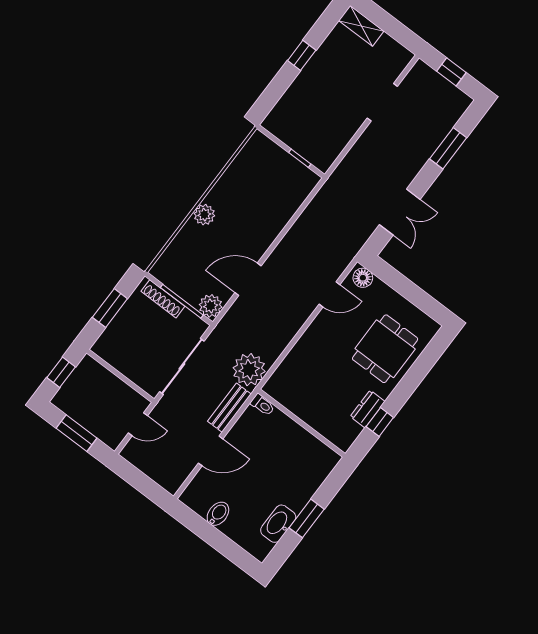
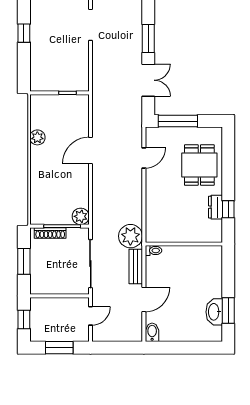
window: (448, 148) -> (148, 38), moved
plant: (204, 215) -> (37, 137), moved
floor lamp: (363, 278) -> (156, 134), removed
door: (248, 279) -> (90, 151), moved
window: (398, 282) -> (178, 121), added
bidet: (218, 514) -> (152, 332), moved
window: (307, 518) -> (228, 311), moved

